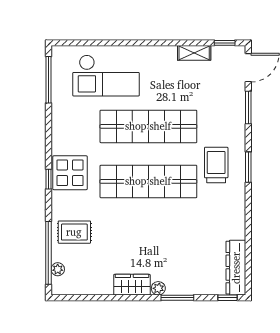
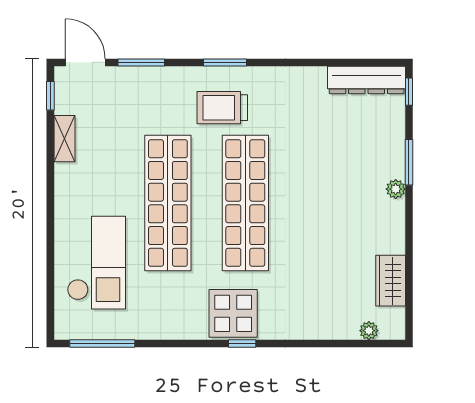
rug: (74, 232) -> (317, 307), removed
window: (48, 253) -> (346, 344), removed
wardrobe: (132, 285) -> (391, 281), moved

